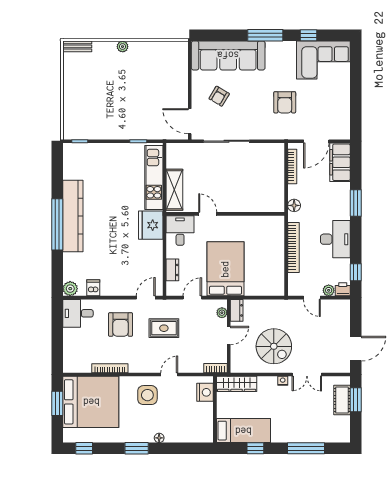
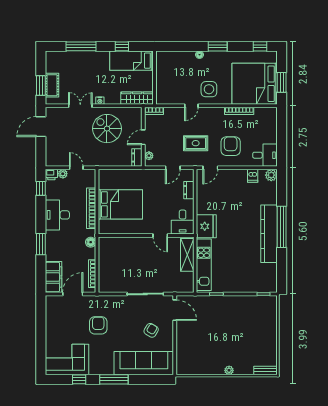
bed: (225, 269) -> (120, 204), moved, turned -90
nightstand: (205, 392) -> (163, 91), removed

